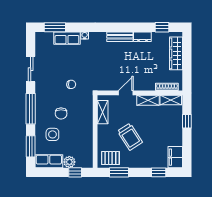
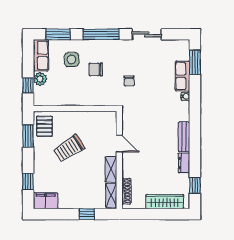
shelving: (103, 112) -> (97, 117), removed

